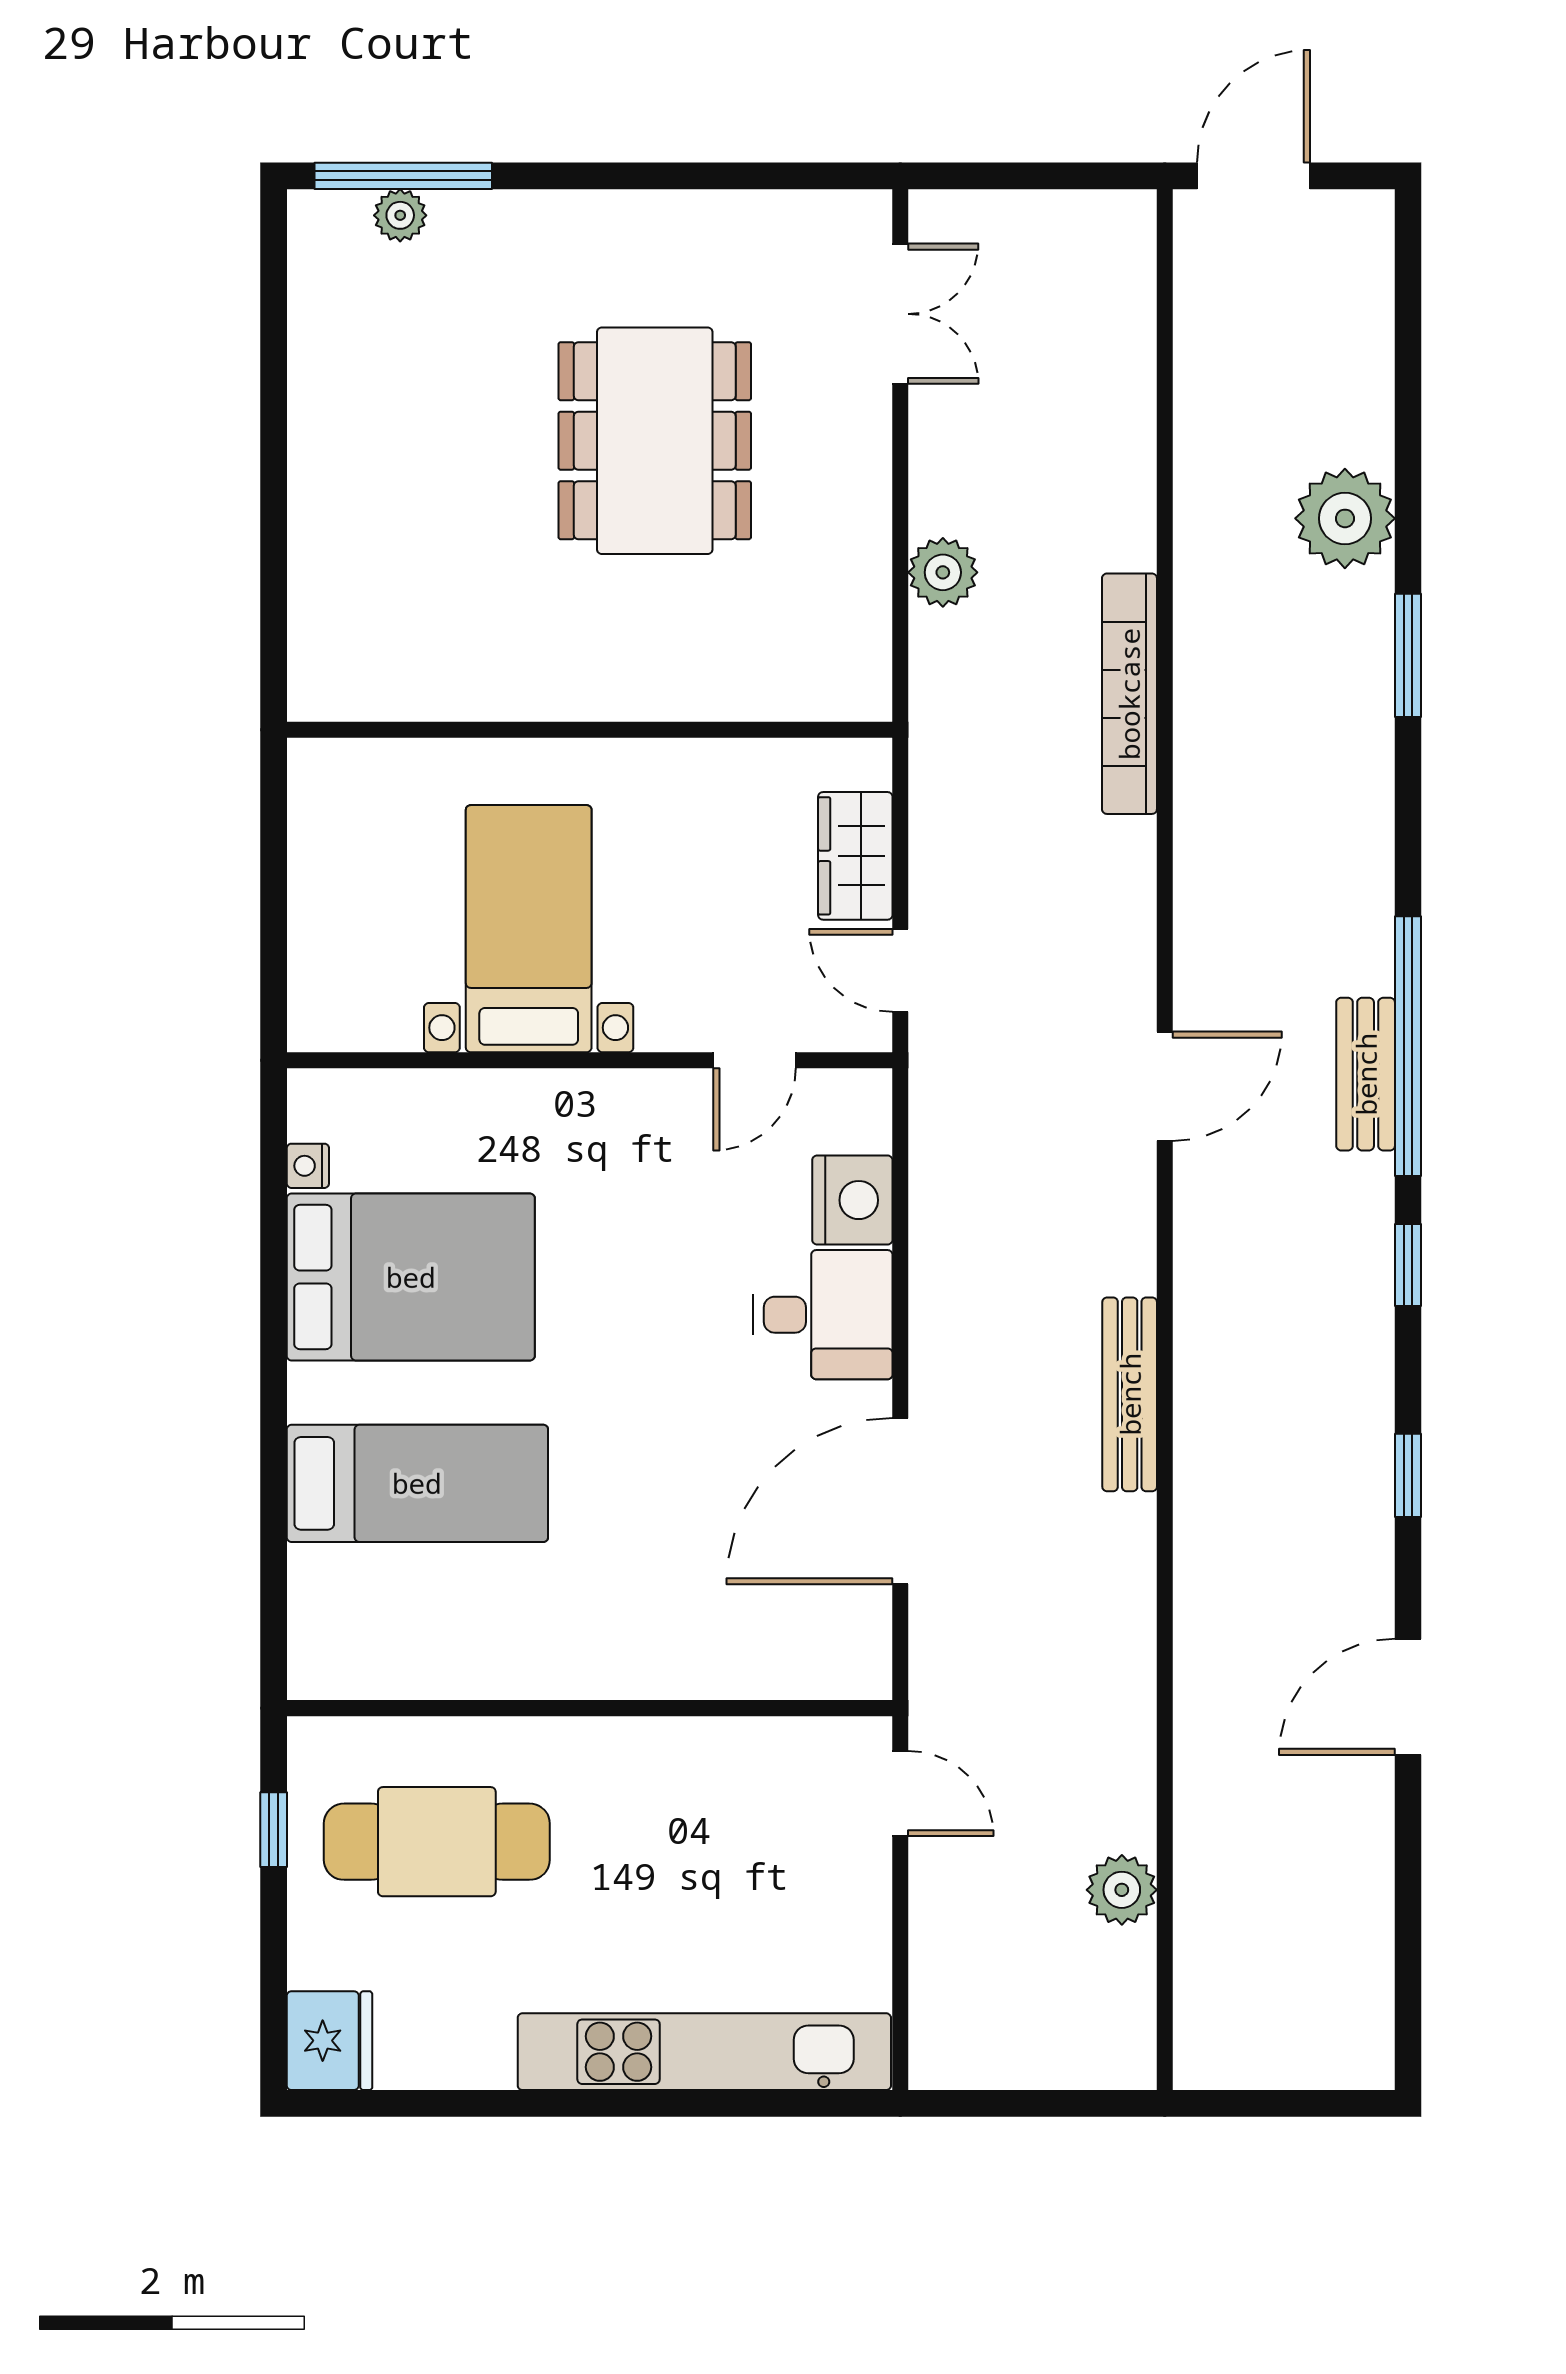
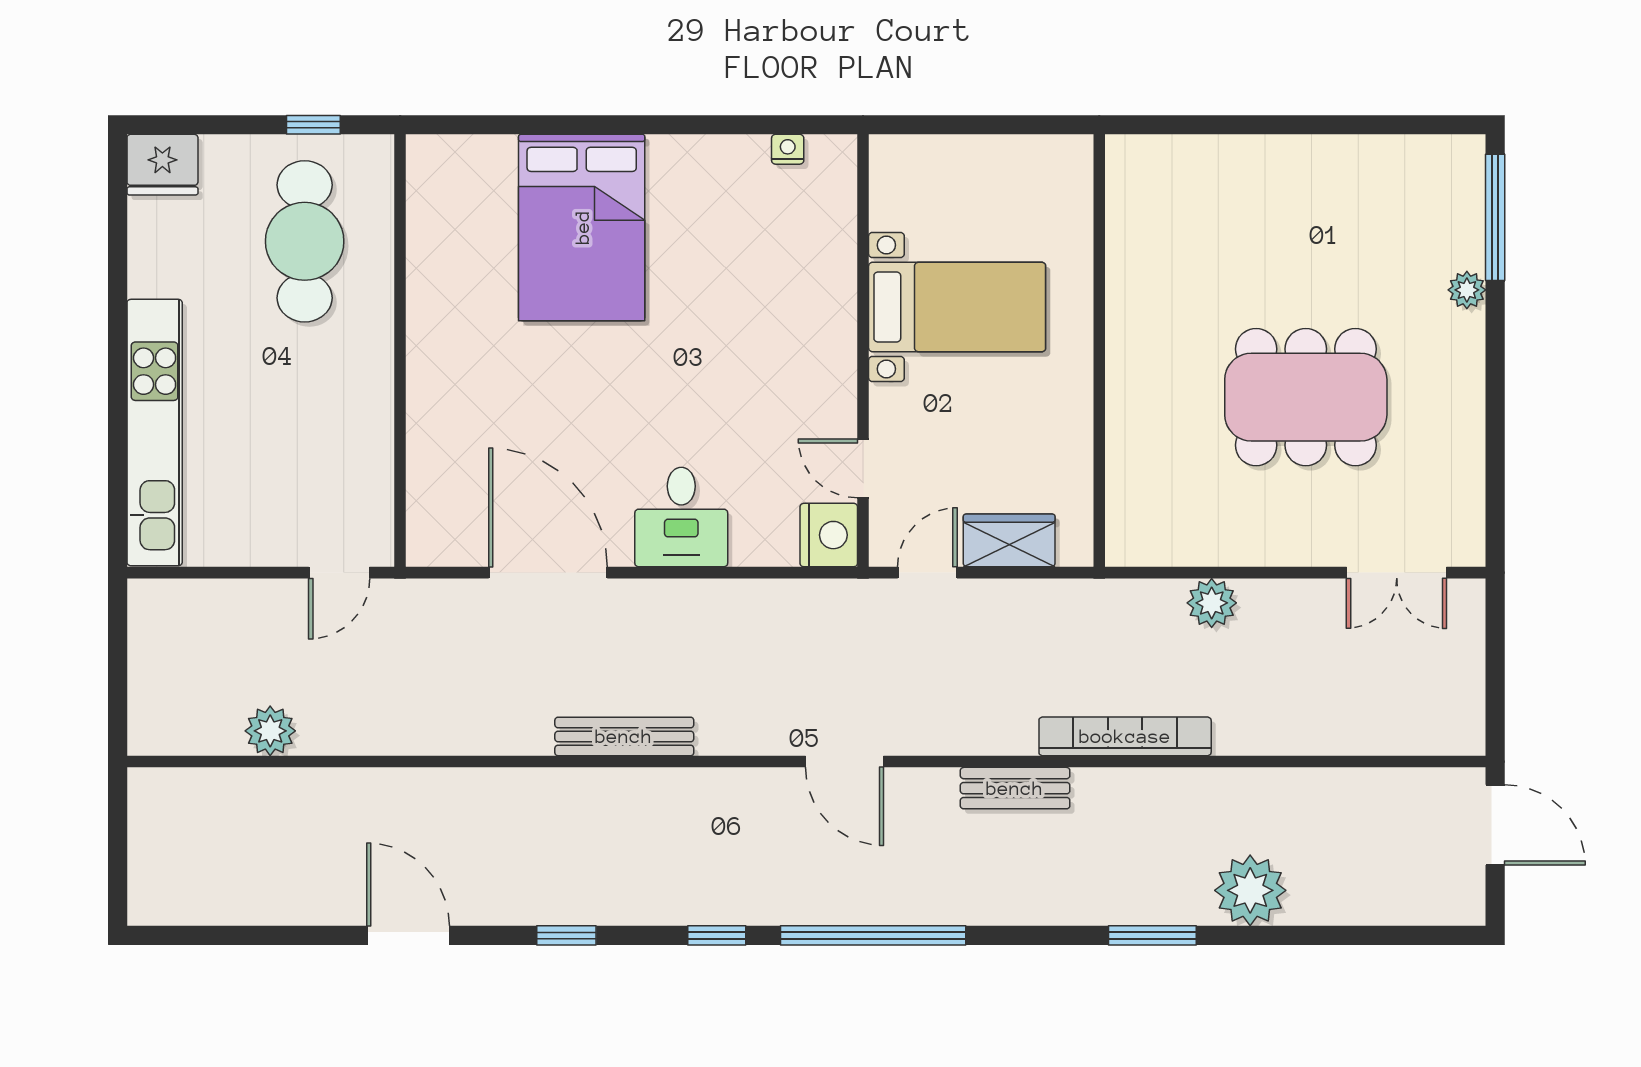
plant: (400, 215) -> (1467, 290), moved
bench: (1366, 1074) -> (1015, 788), moved
nightstand: (852, 1200) -> (829, 535), moved, turned -90
bed: (411, 1277) -> (708, 223), removed
bed: (417, 1483) -> (582, 227), width x1.50

